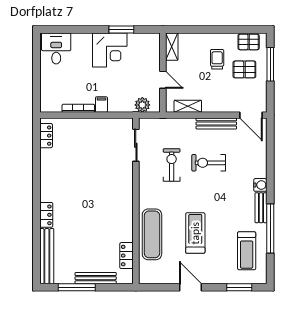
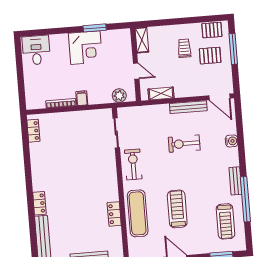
exercise bike: (172, 165) -> (133, 164), moved
water cooler: (260, 185) -> (232, 141), moved
locker: (127, 256) -> (114, 214), moved

